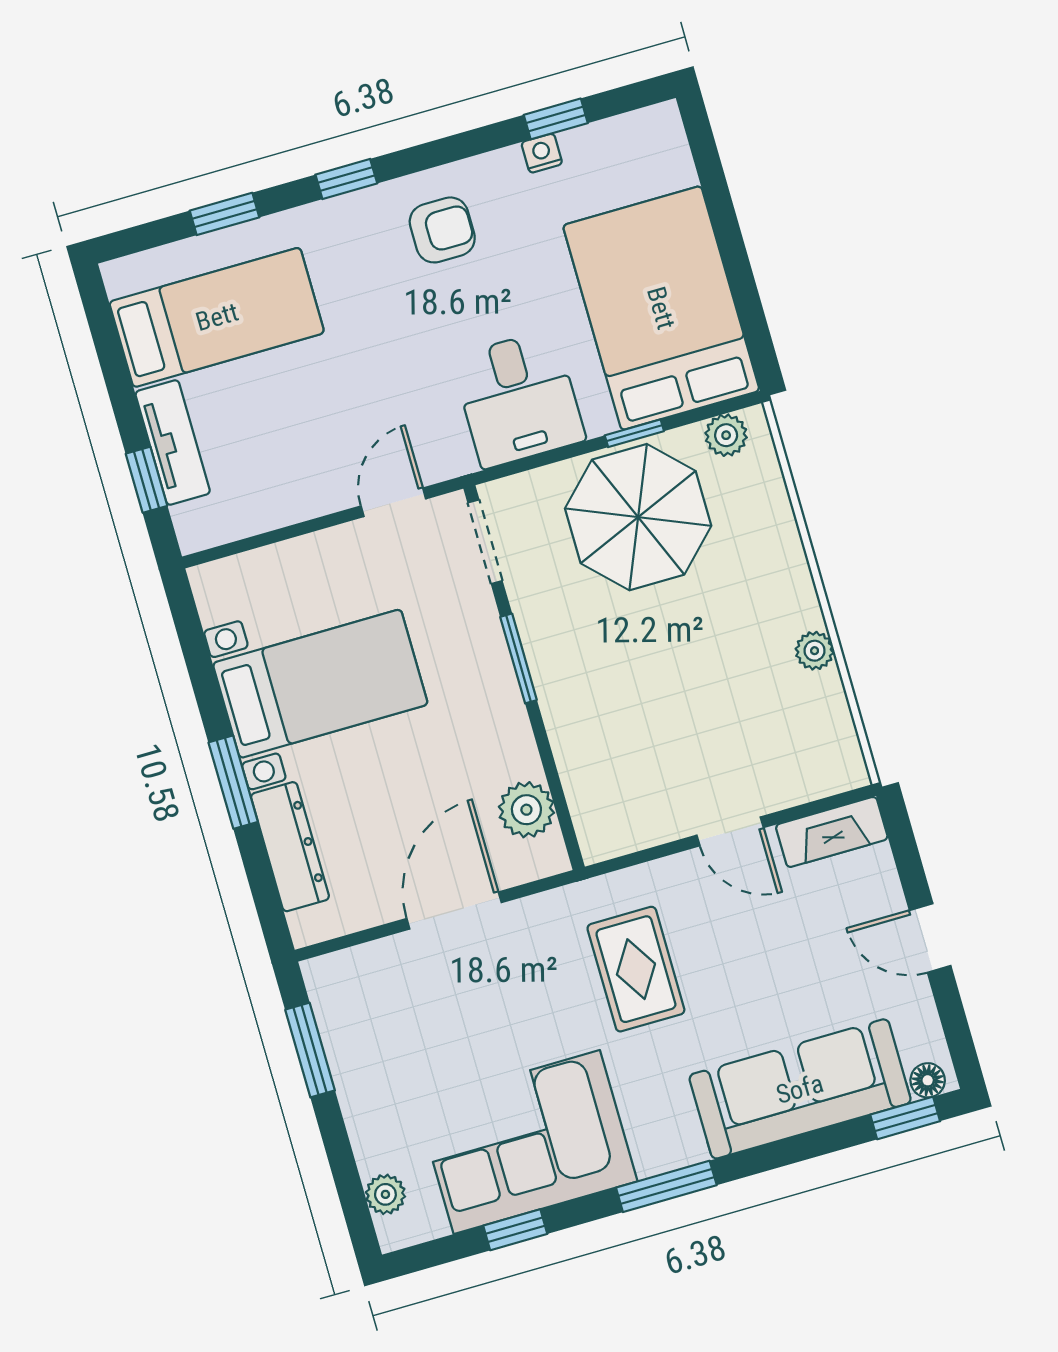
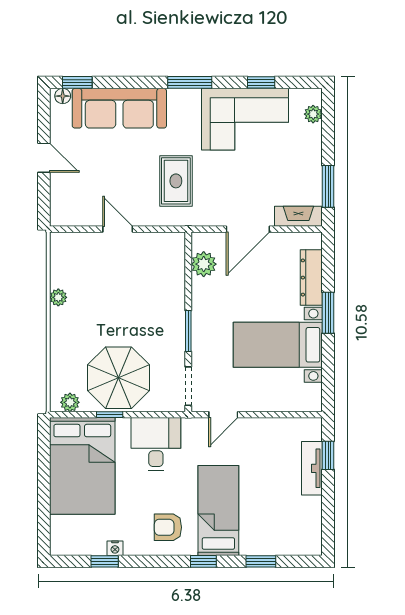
bed: (217, 317) -> (218, 511), moved, turned 90
fireplace: (832, 832) -> (298, 216), moved

